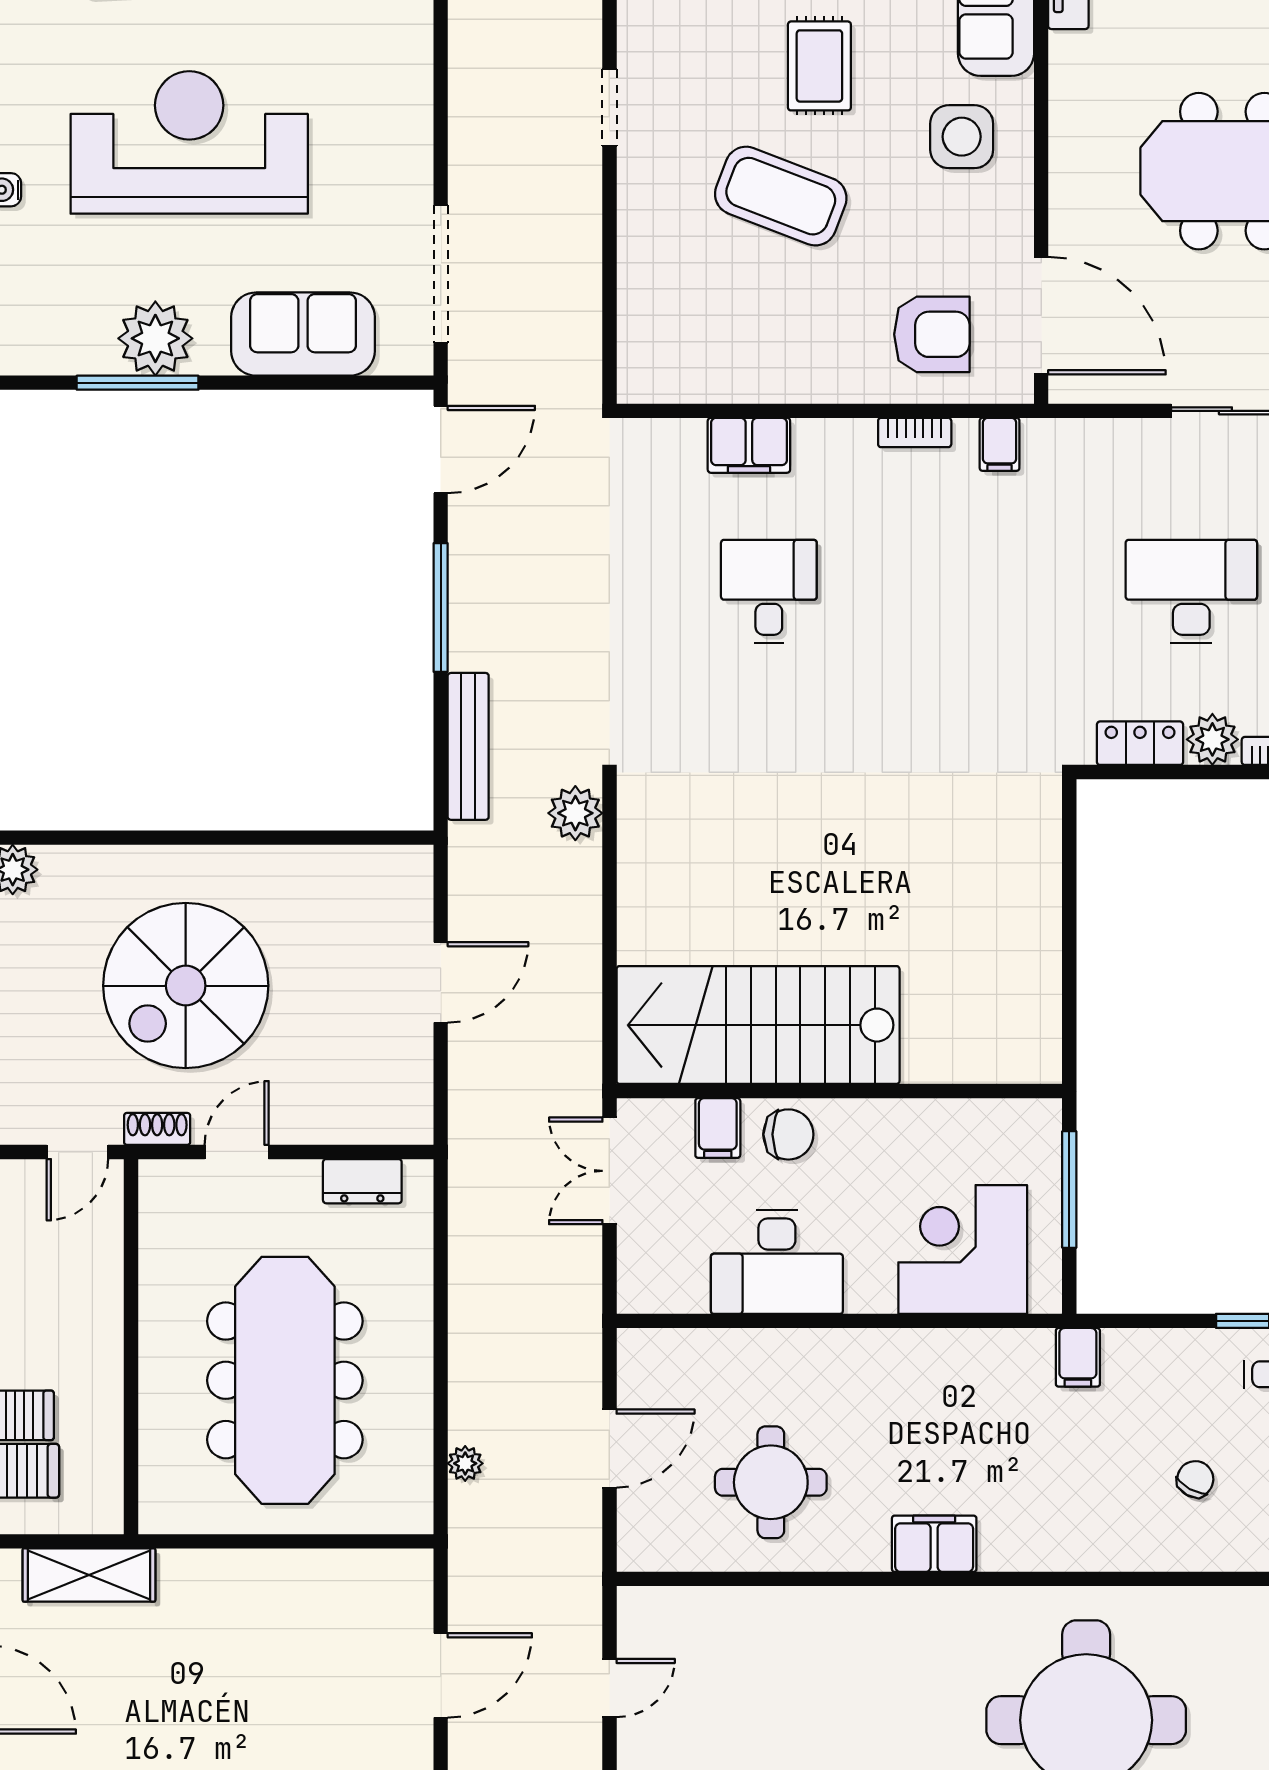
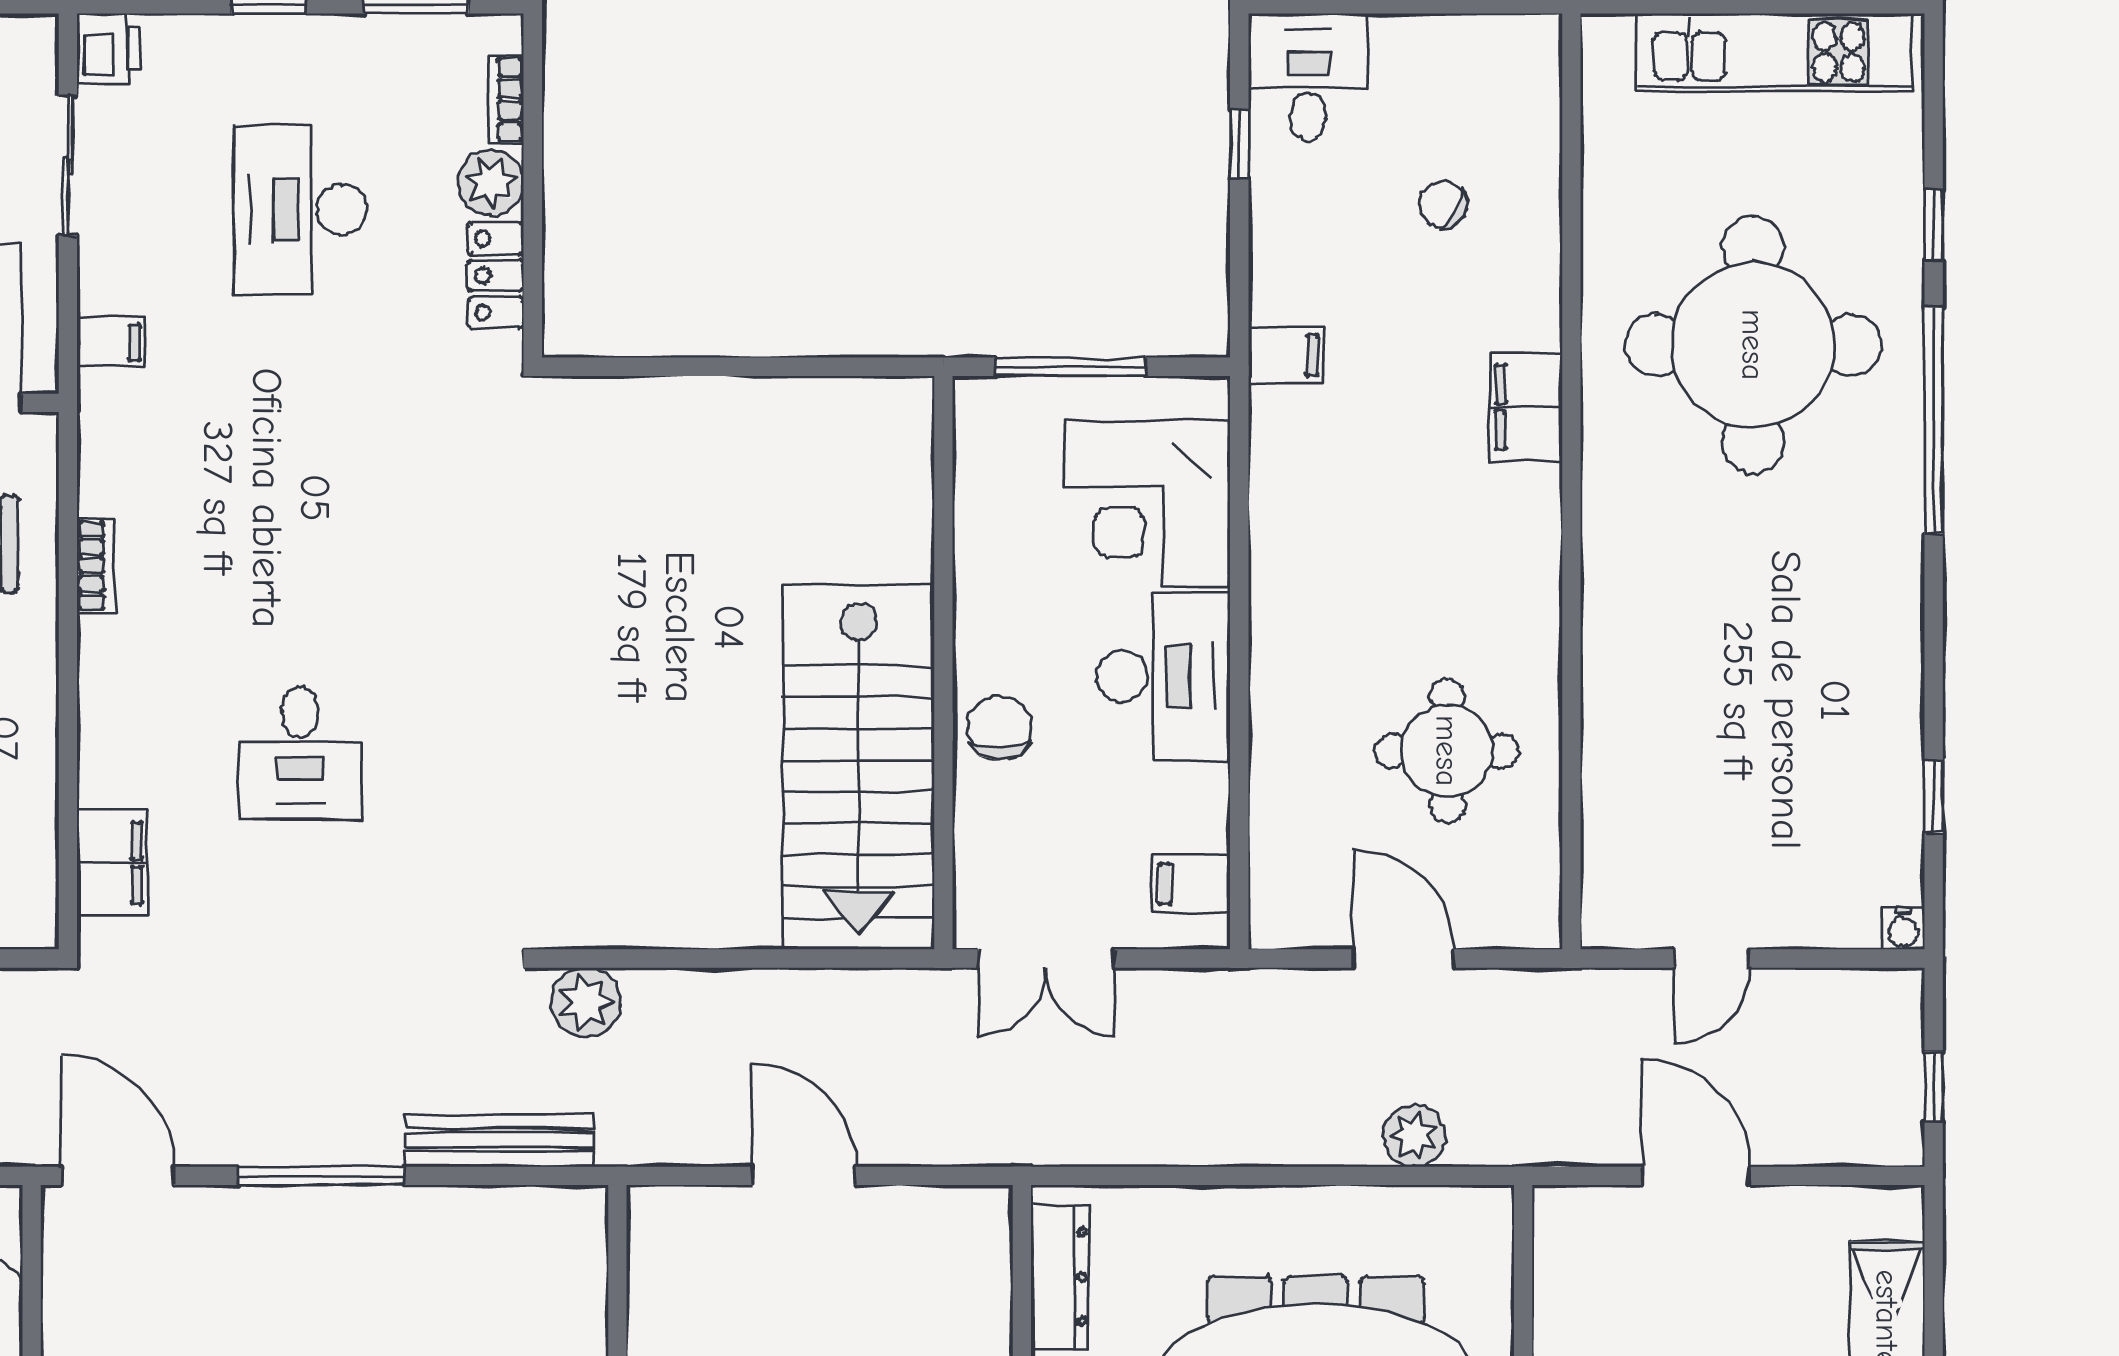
filing cabinet: (1000, 444) -> (111, 343), moved
filing cabinet: (749, 445) -> (112, 863), moved
desk: (769, 591) -> (300, 753), turned -90
filing cabinet: (718, 1128) -> (1192, 884), moved, turned 180
dresser: (362, 1181) -> (1059, 1277), width x1.44
desk: (777, 1262) -> (1163, 677), moved
plant: (465, 1463) -> (1414, 1136), width x1.38, depth x1.38
filing cabinet: (934, 1544) -> (1526, 407), moved
door: (609, 1688) -> (1712, 958), swing flipped

